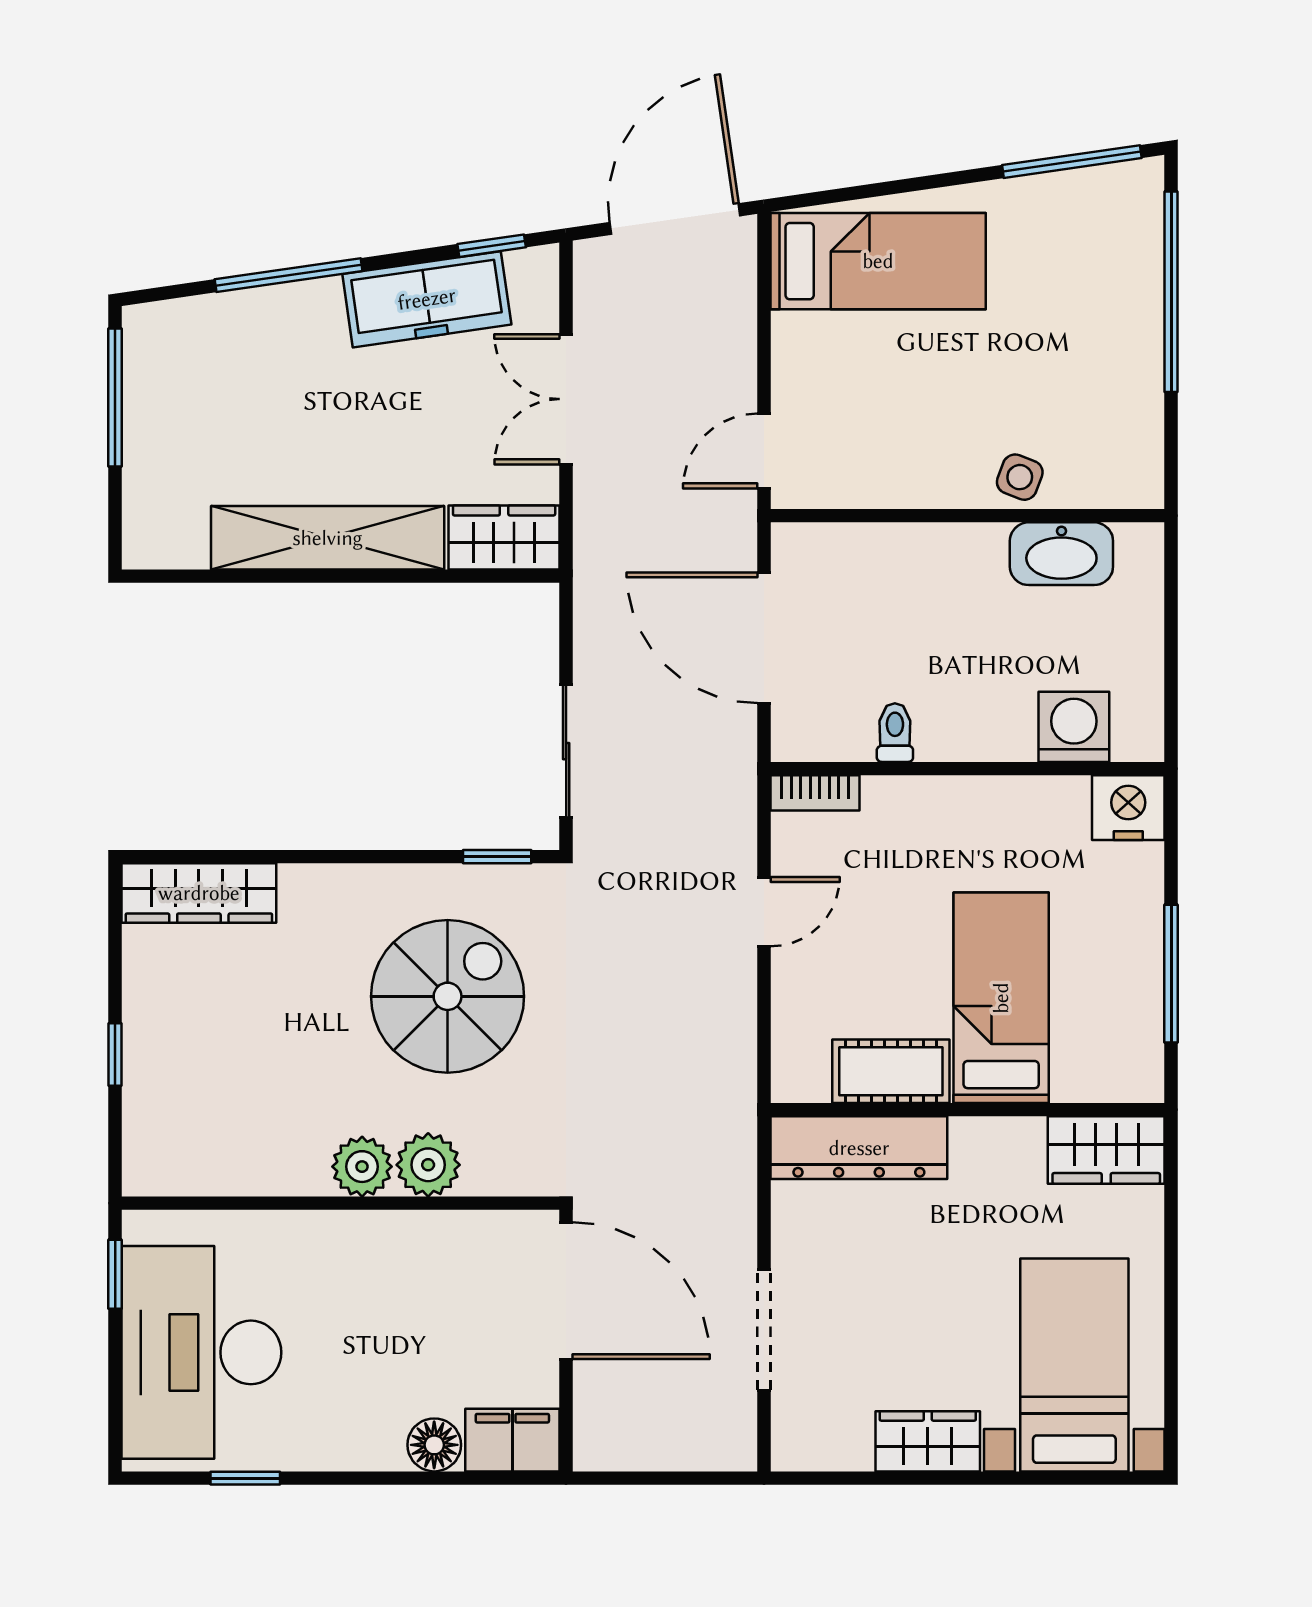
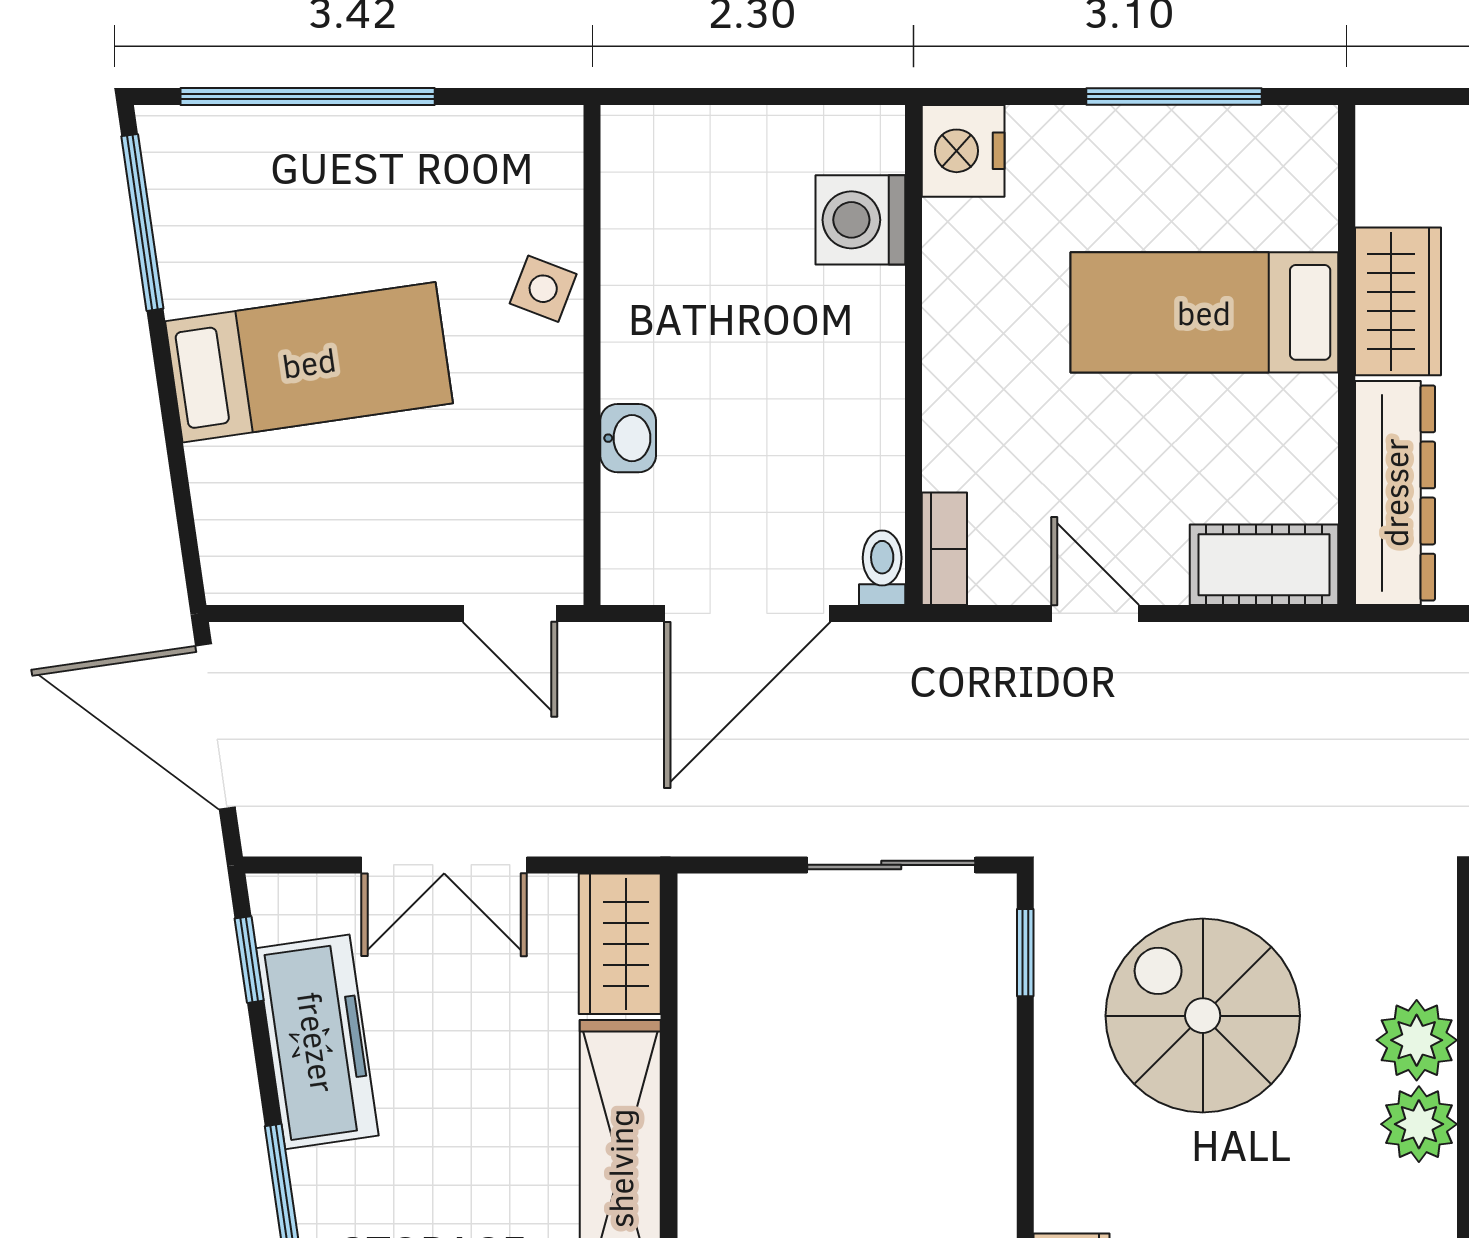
bed: (878, 261) -> (309, 362), moved, turned 82
washbasin: (1061, 554) -> (628, 438), moved, width x0.52, depth x0.69
toilet: (895, 733) -> (882, 568), moved, turned 90
cot: (891, 1071) -> (1264, 565), moved, turned 90
wardrobe: (1106, 1150) -> (1398, 301), moved

